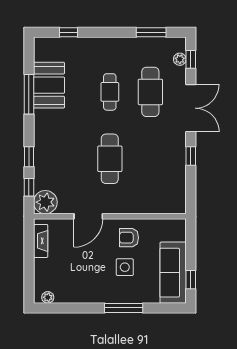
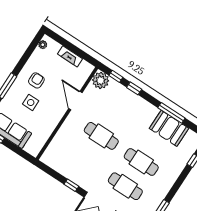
cafe table: (110, 92) -> (141, 162), width x1.37, depth x1.35
armchair: (129, 238) -> (36, 80), moved
fireplace: (41, 241) -> (70, 56), moved

